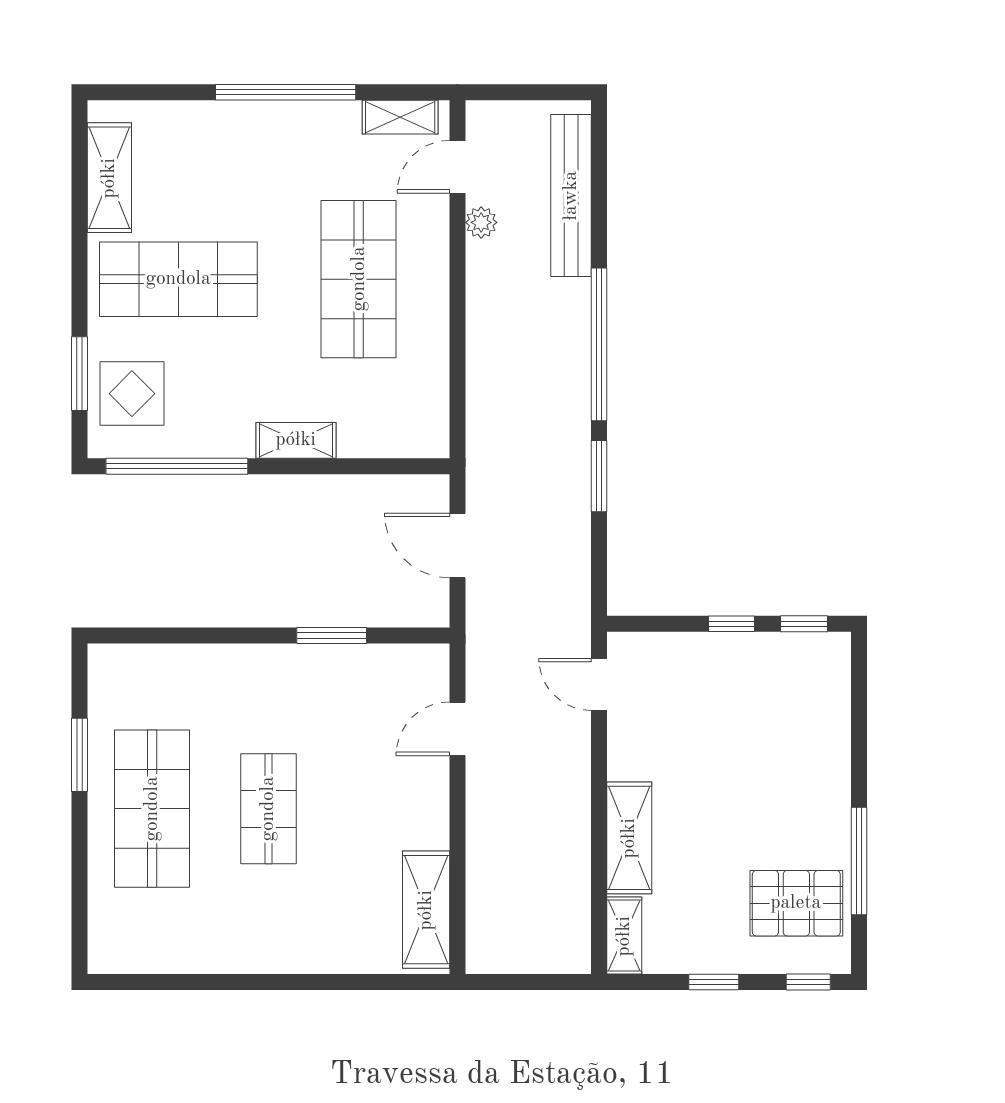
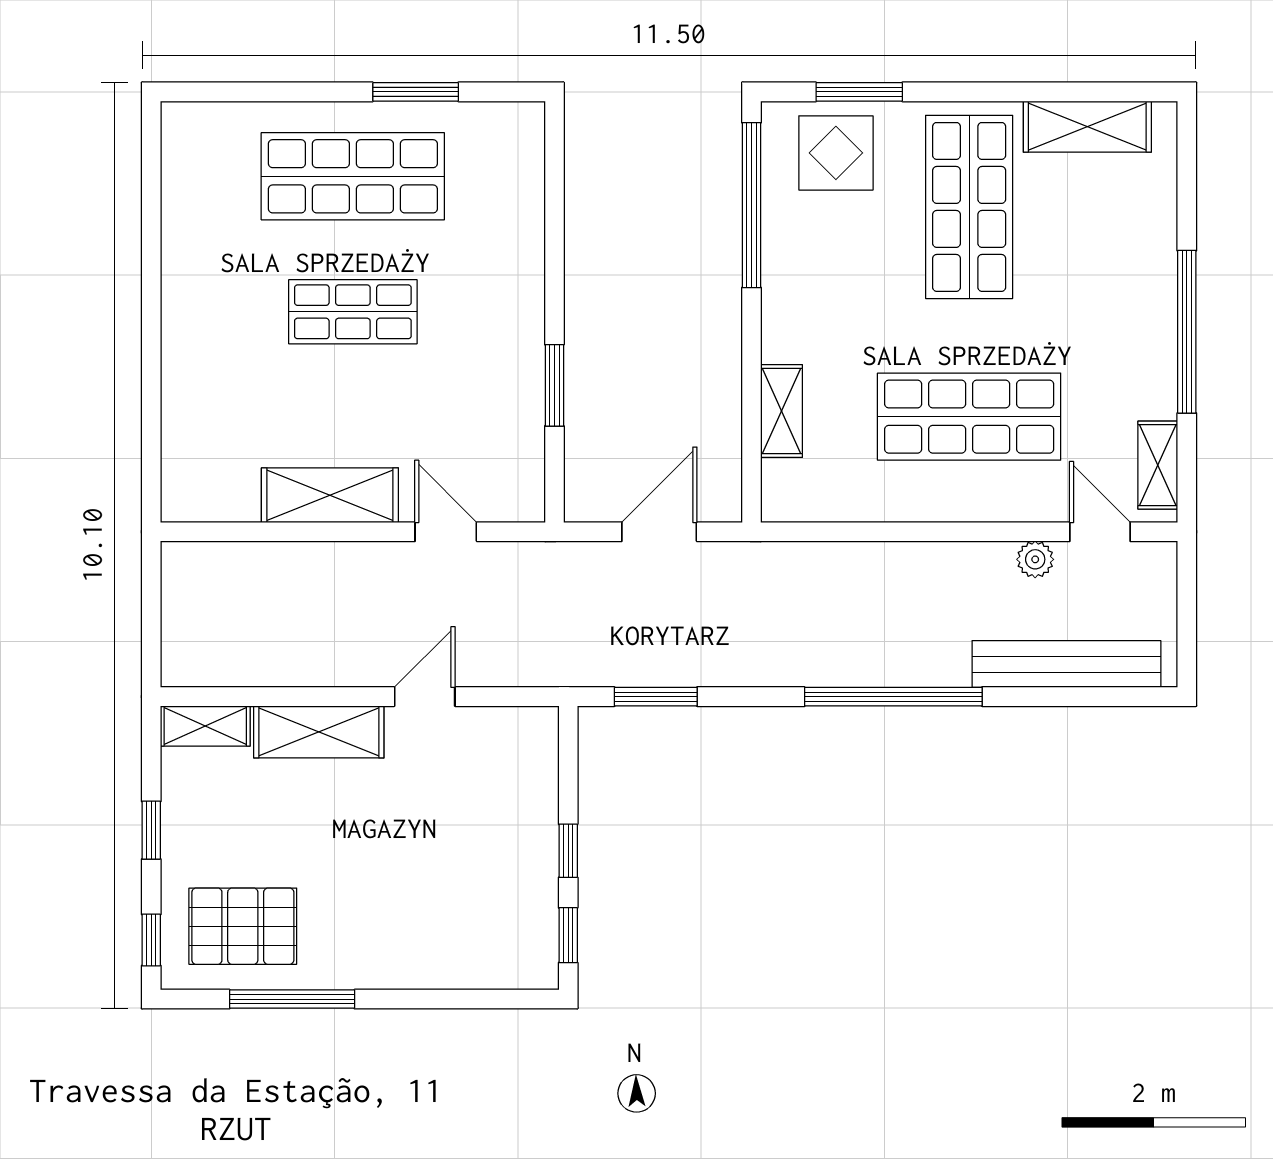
shelving: (296, 440) -> (781, 411), moved
window: (599, 476) -> (656, 697), moved
door: (599, 684) -> (425, 697), moved
pallet: (796, 903) -> (243, 926), turned 90
shelving: (426, 910) -> (330, 495), moved

